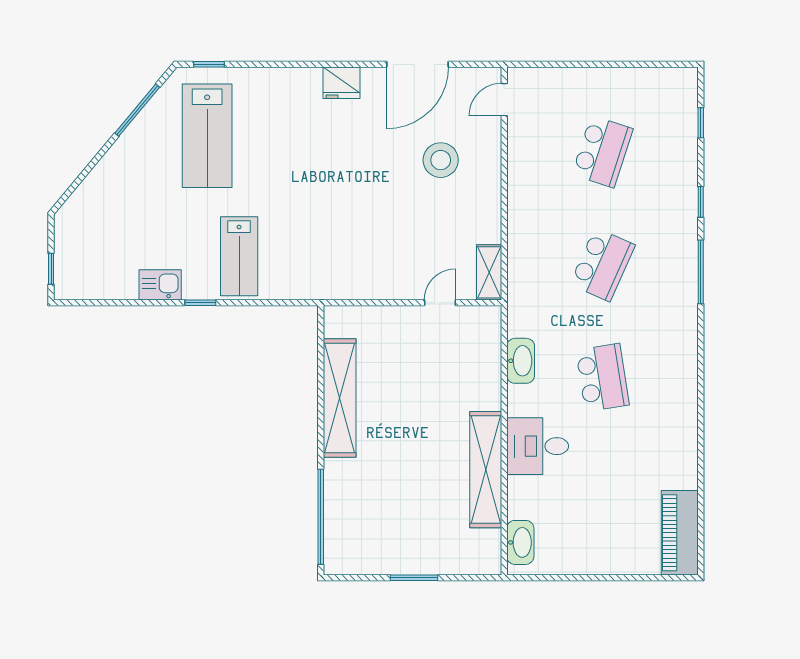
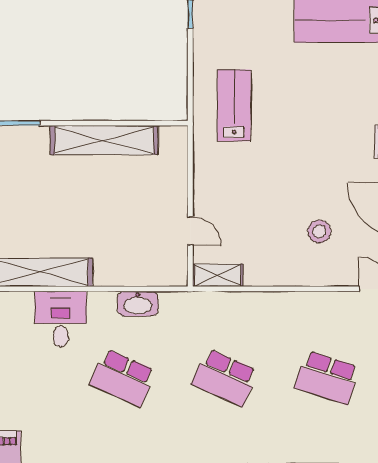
stool: (441, 160) -> (319, 231), width x0.73, depth x0.73
lab bench: (239, 256) -> (234, 105), moved, turned 90
school desk: (602, 377) -> (123, 378), turned 33

